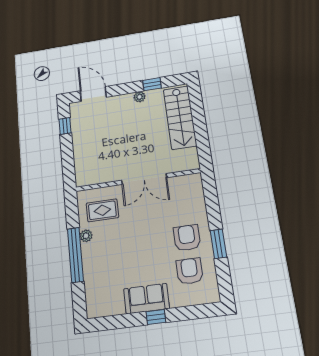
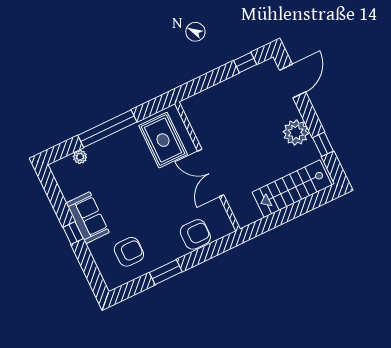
plant: (140, 97) -> (296, 133), width x1.87, depth x1.87
rug: (102, 210) -> (163, 140), width x1.36, depth x1.43
plant: (86, 236) -> (80, 157), moved
armchair: (187, 238) -> (195, 234), moved

